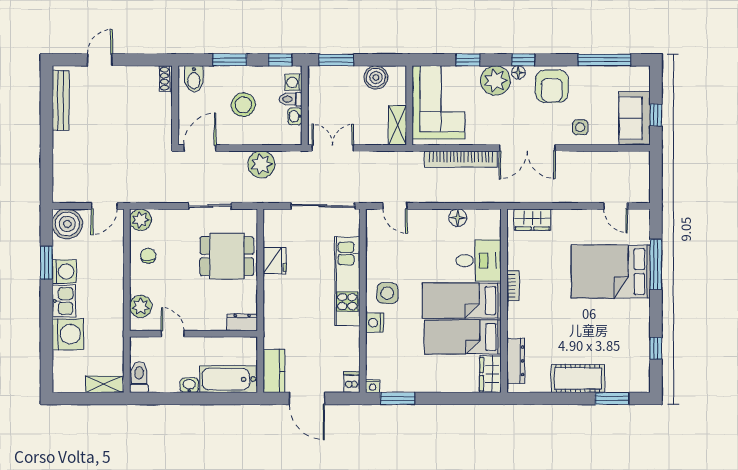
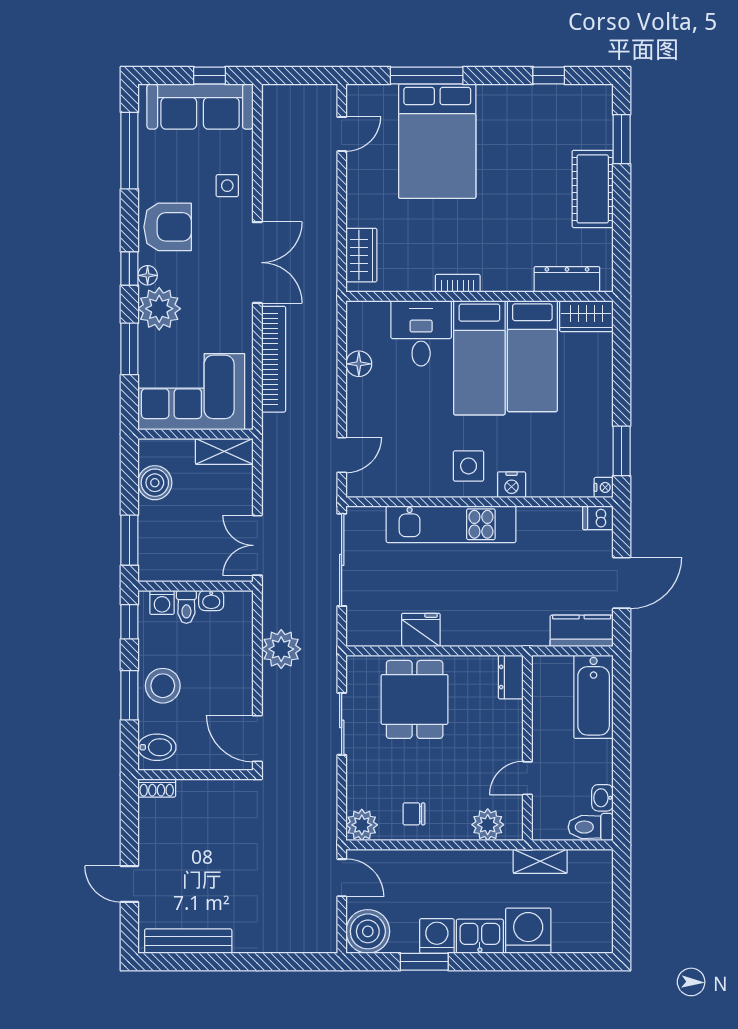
window: (468, 60) -> (129, 349), width x1.50
stool: (243, 105) -> (163, 686), moved
sofa: (635, 118) -> (200, 107), width x1.36
shelving: (104, 384) -> (540, 861), moved, turned 90
washbasin: (189, 385) -> (602, 798), moved

